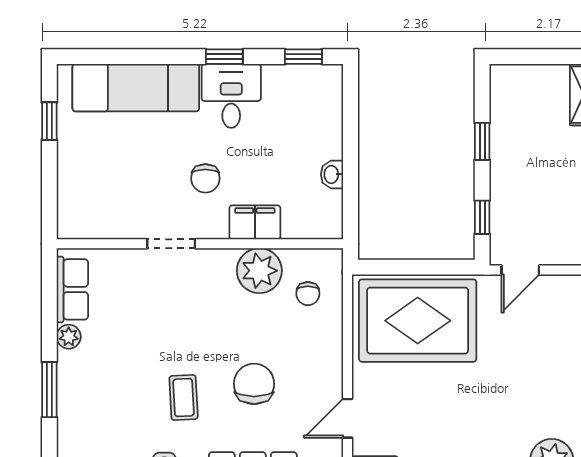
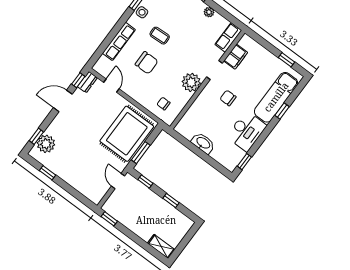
window: (224, 57) -> (282, 111), moved
desk: (231, 96) -> (247, 131), width x1.37
washbasin: (332, 174) -> (203, 143), width x1.91, depth x1.45
filing cabinet: (255, 222) -> (236, 57), moved
window: (434, 267) -> (141, 153), added
plant: (259, 271) -> (191, 82), moved
row of seats: (72, 289) -> (228, 37), moved, turned 90

